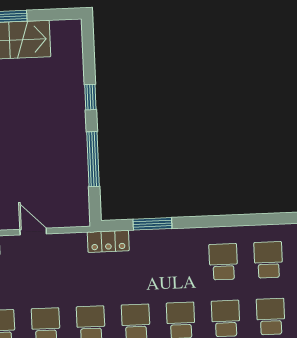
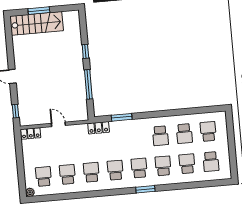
school desk: (268, 260) -> (184, 134), turned 180
school desk: (223, 262) -> (160, 136), turned 180

